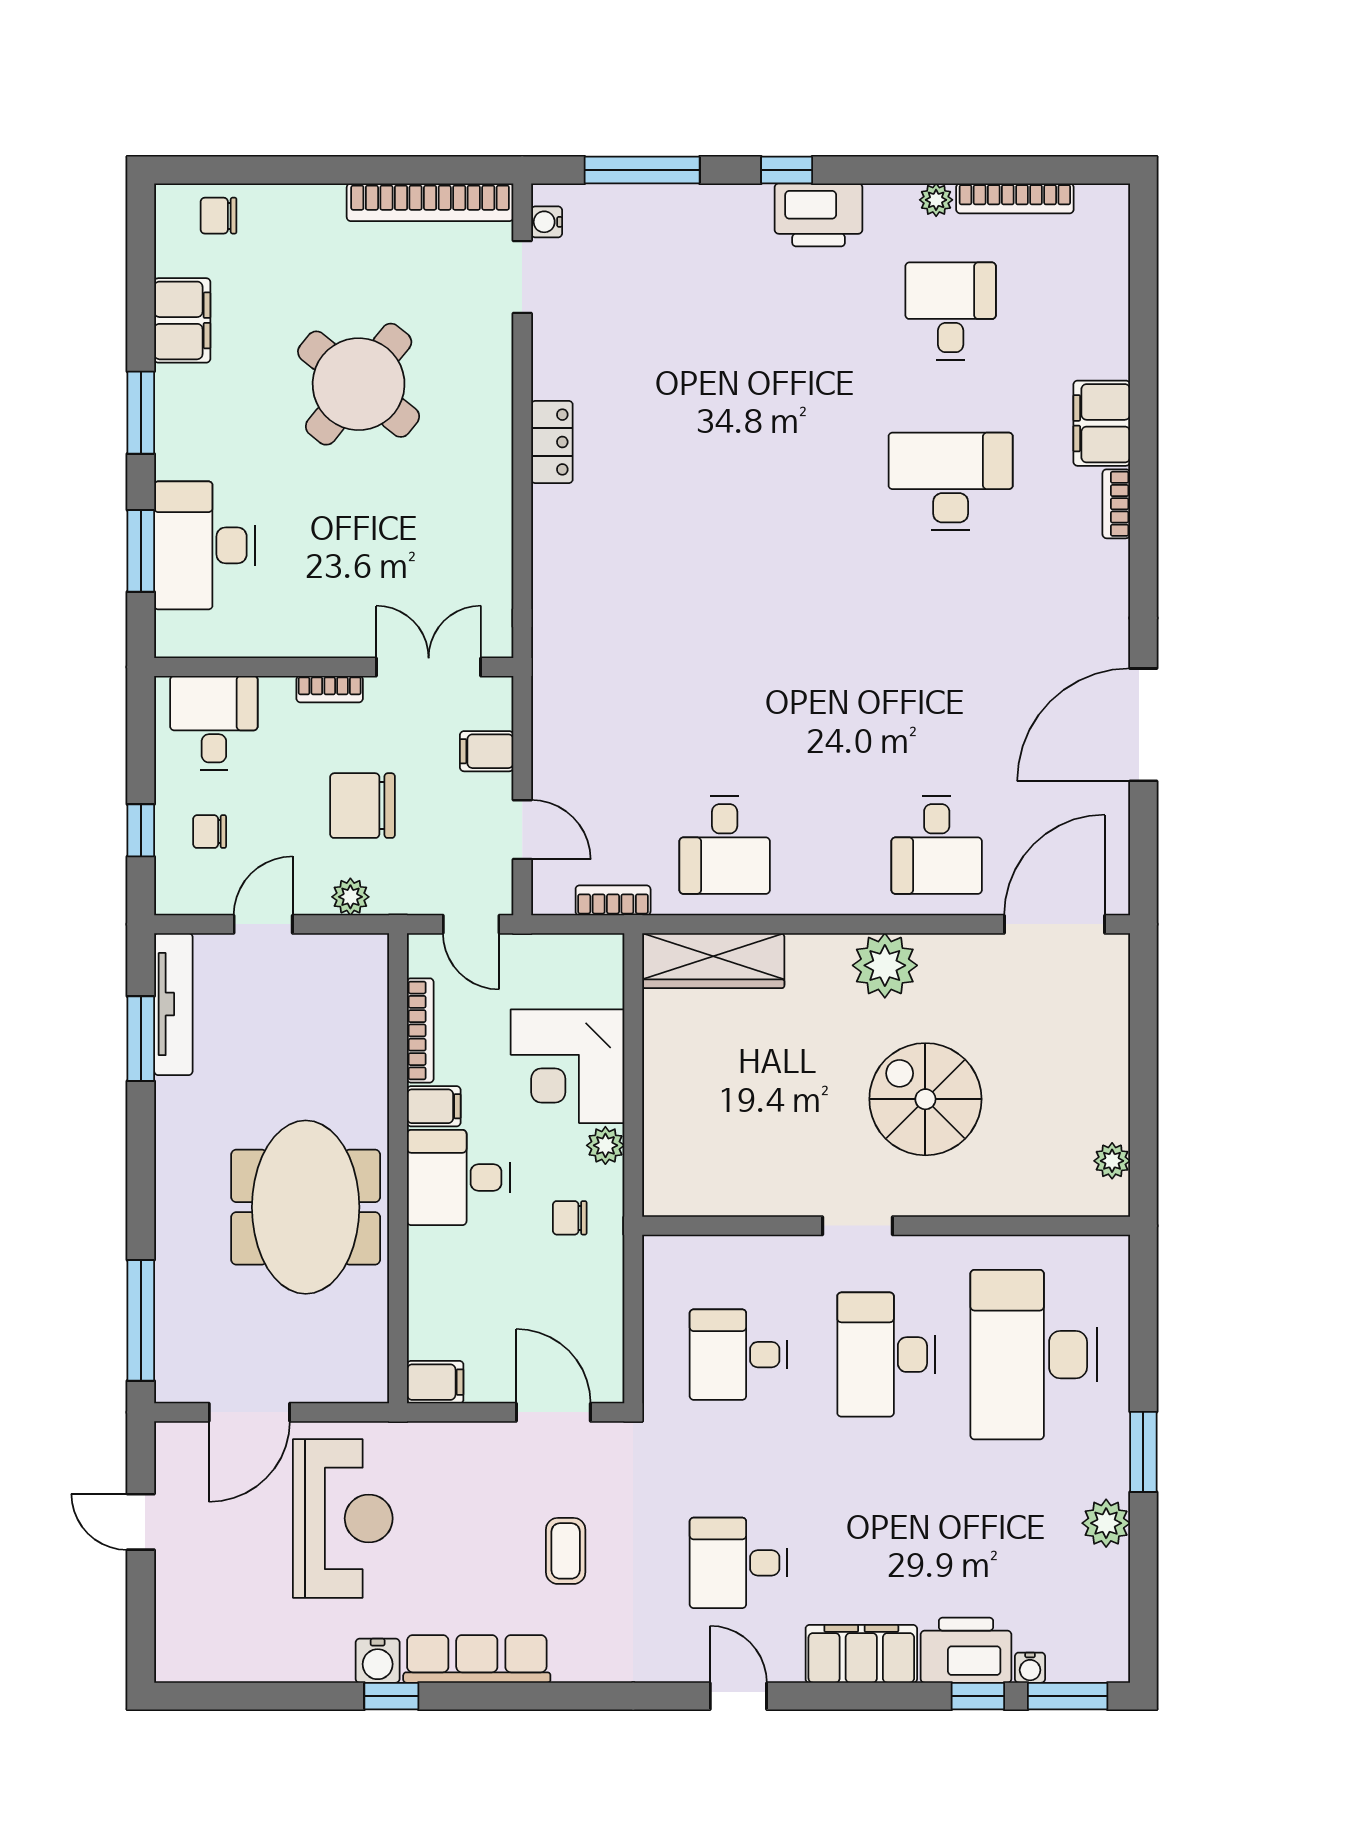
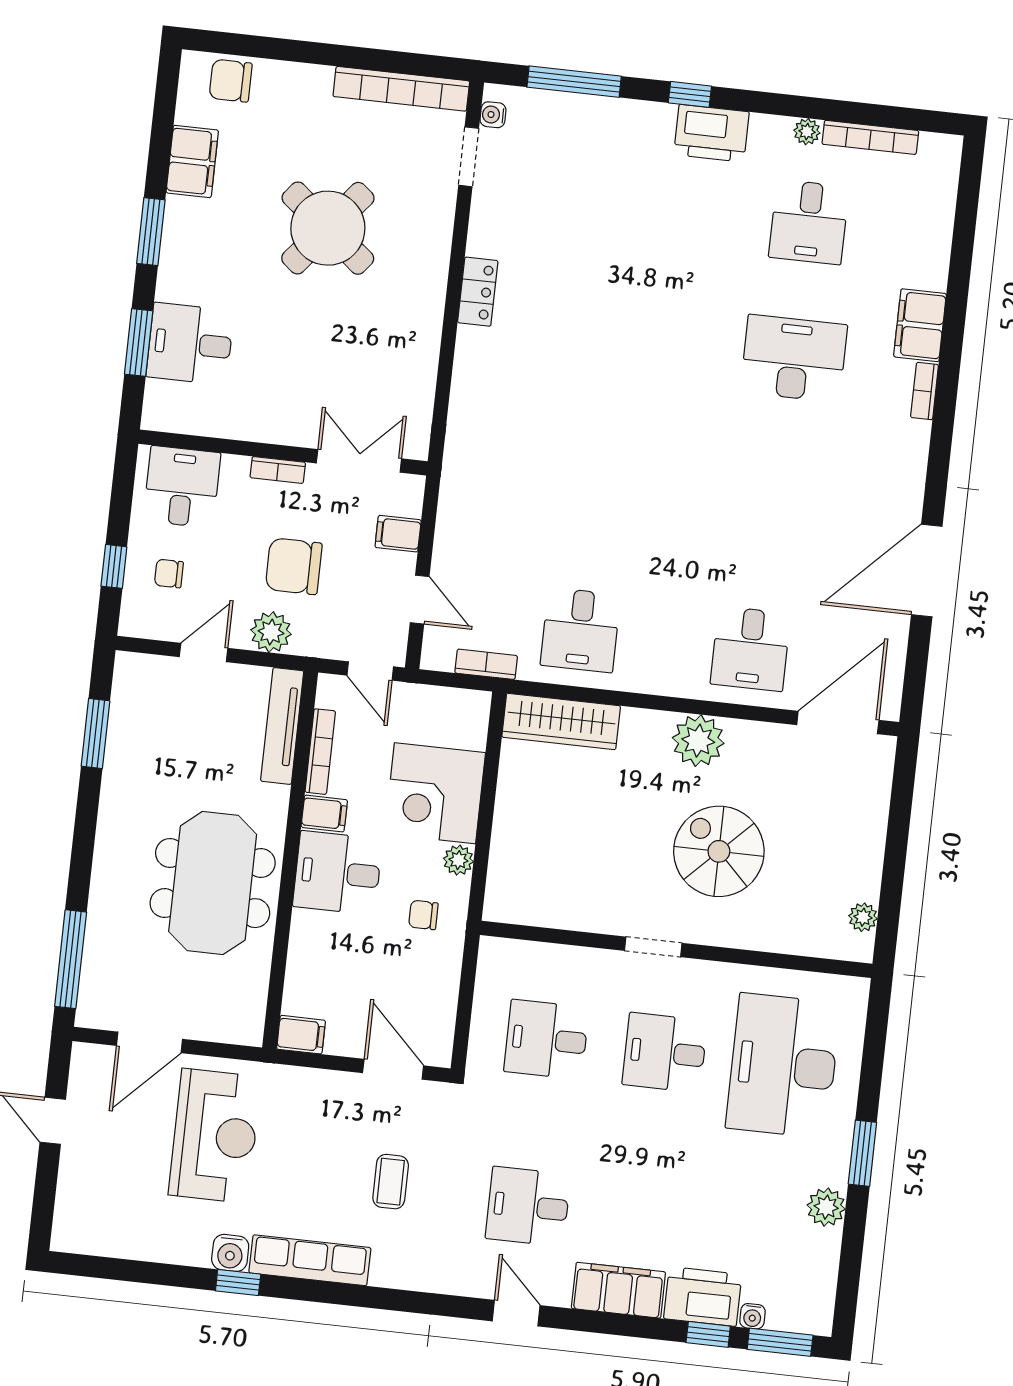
chair: (219, 216) -> (231, 81), width x1.37, depth x1.37
desk: (951, 311) -> (809, 222), turned 180
desk: (204, 545) -> (190, 344), width x0.73
plant: (350, 897) -> (271, 632), width x1.38, depth x1.38
tv unit: (173, 1004) -> (282, 726), moved, turned 180
desk: (886, 1355) -> (665, 1053), width x0.73

